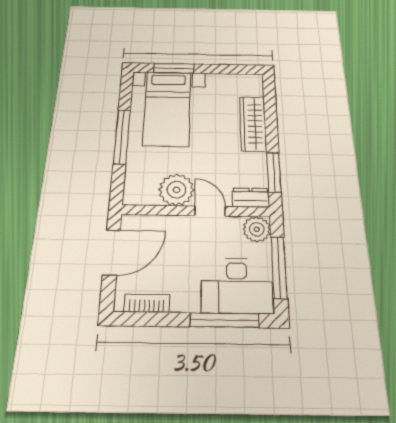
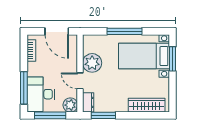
wardrobe: (253, 124) -> (147, 105), moved
door: (210, 211) -> (80, 81), swing flipped

